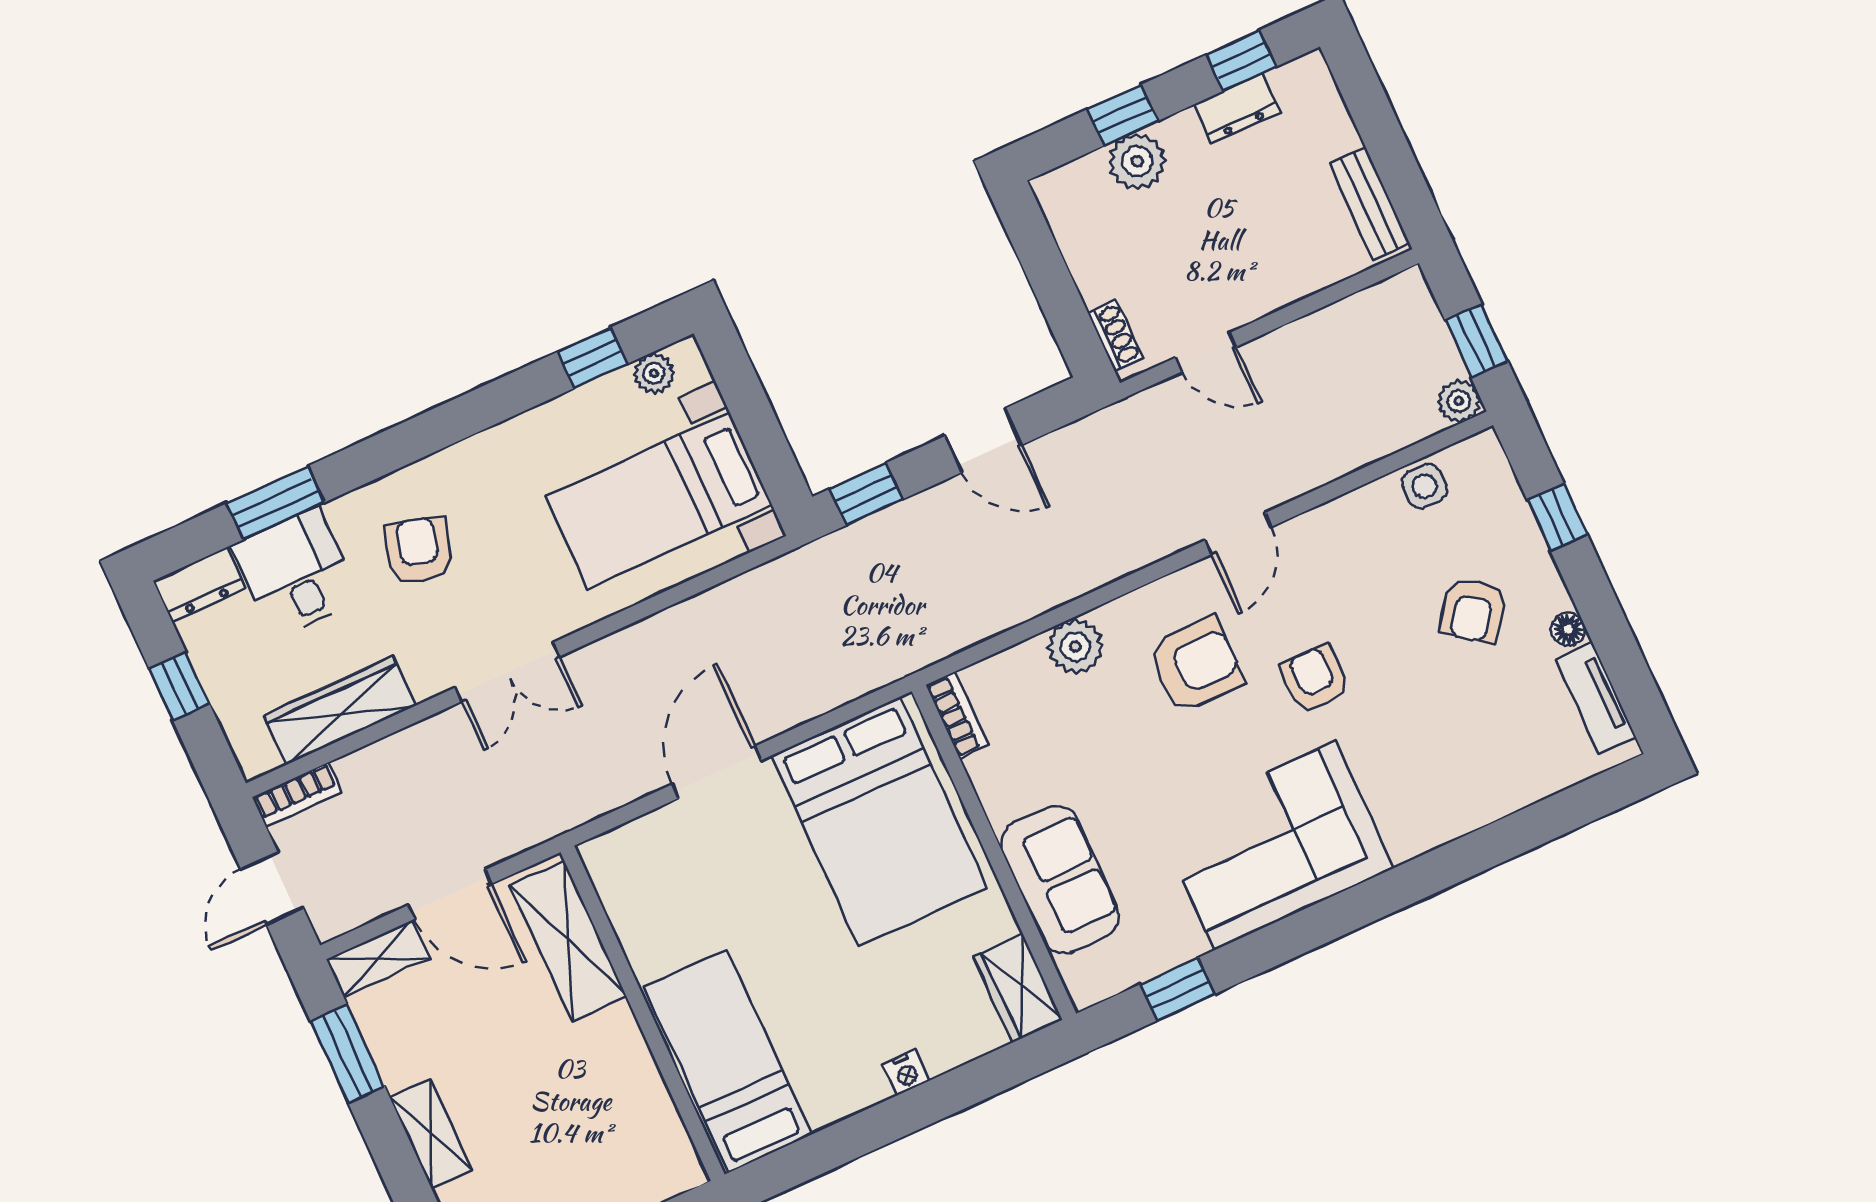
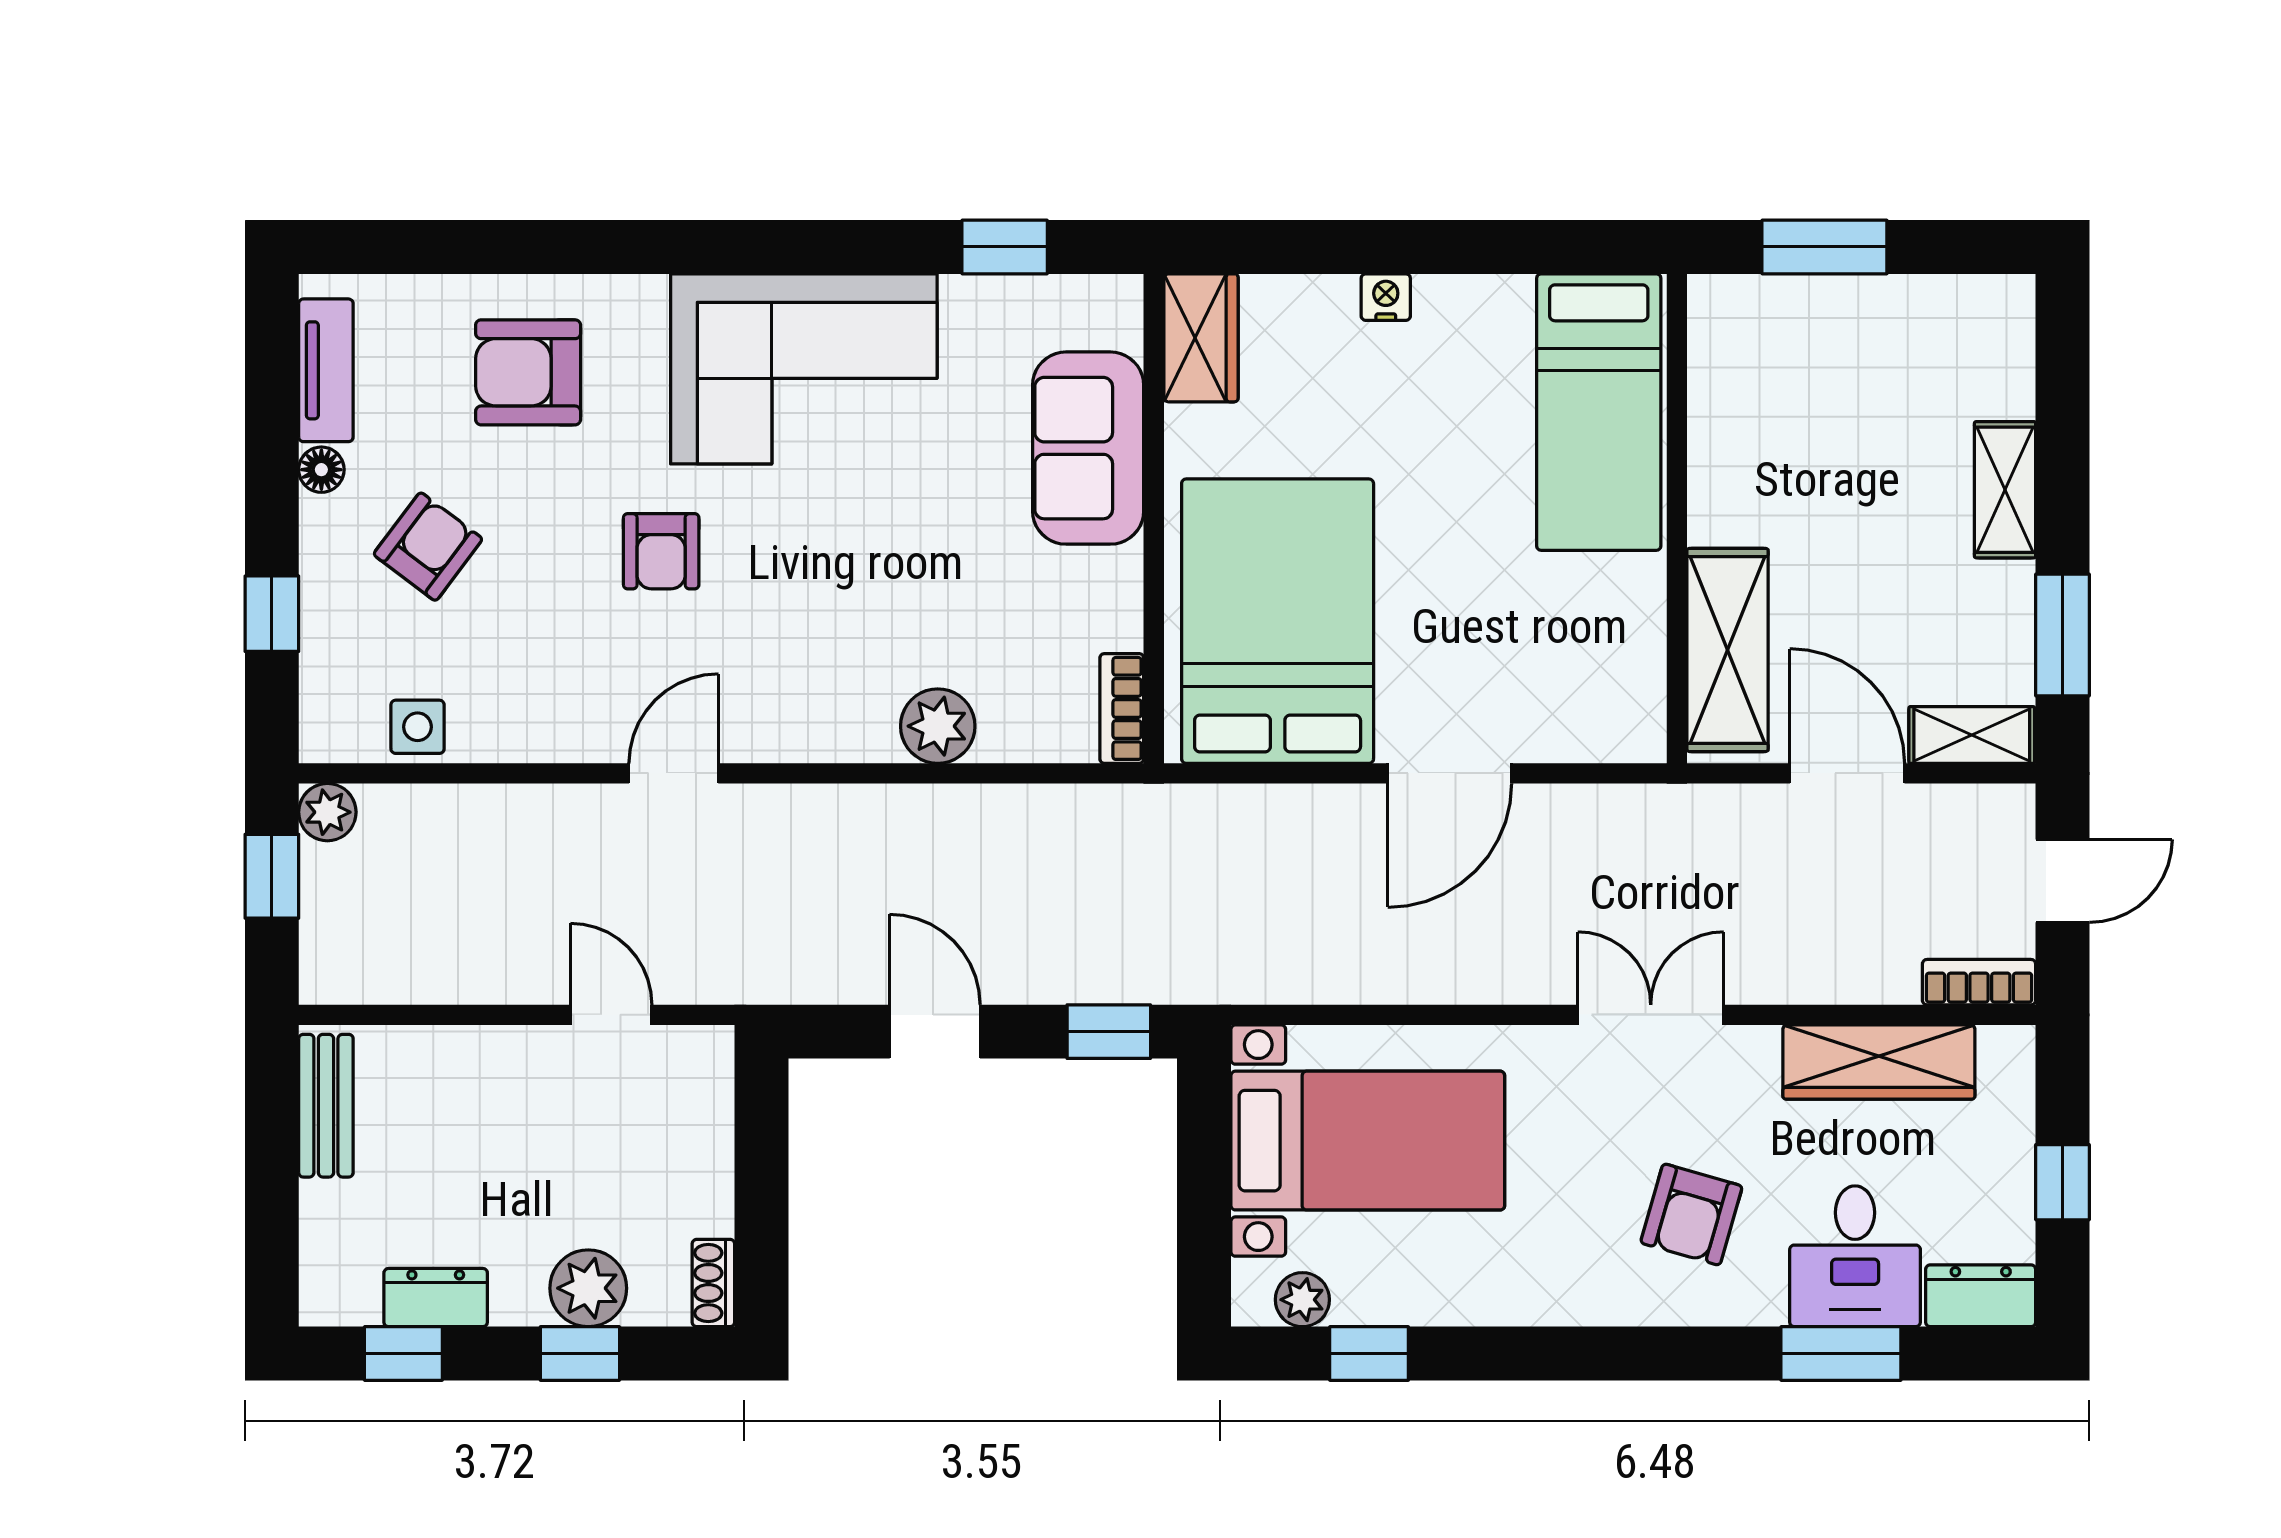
shoe rack: (1115, 336) -> (713, 1283), moved
armchair: (1196, 665) -> (528, 372), moved

